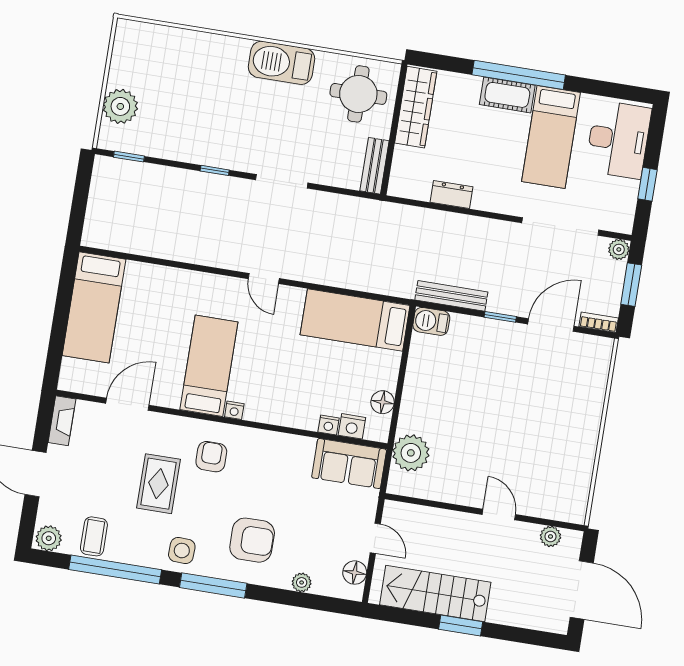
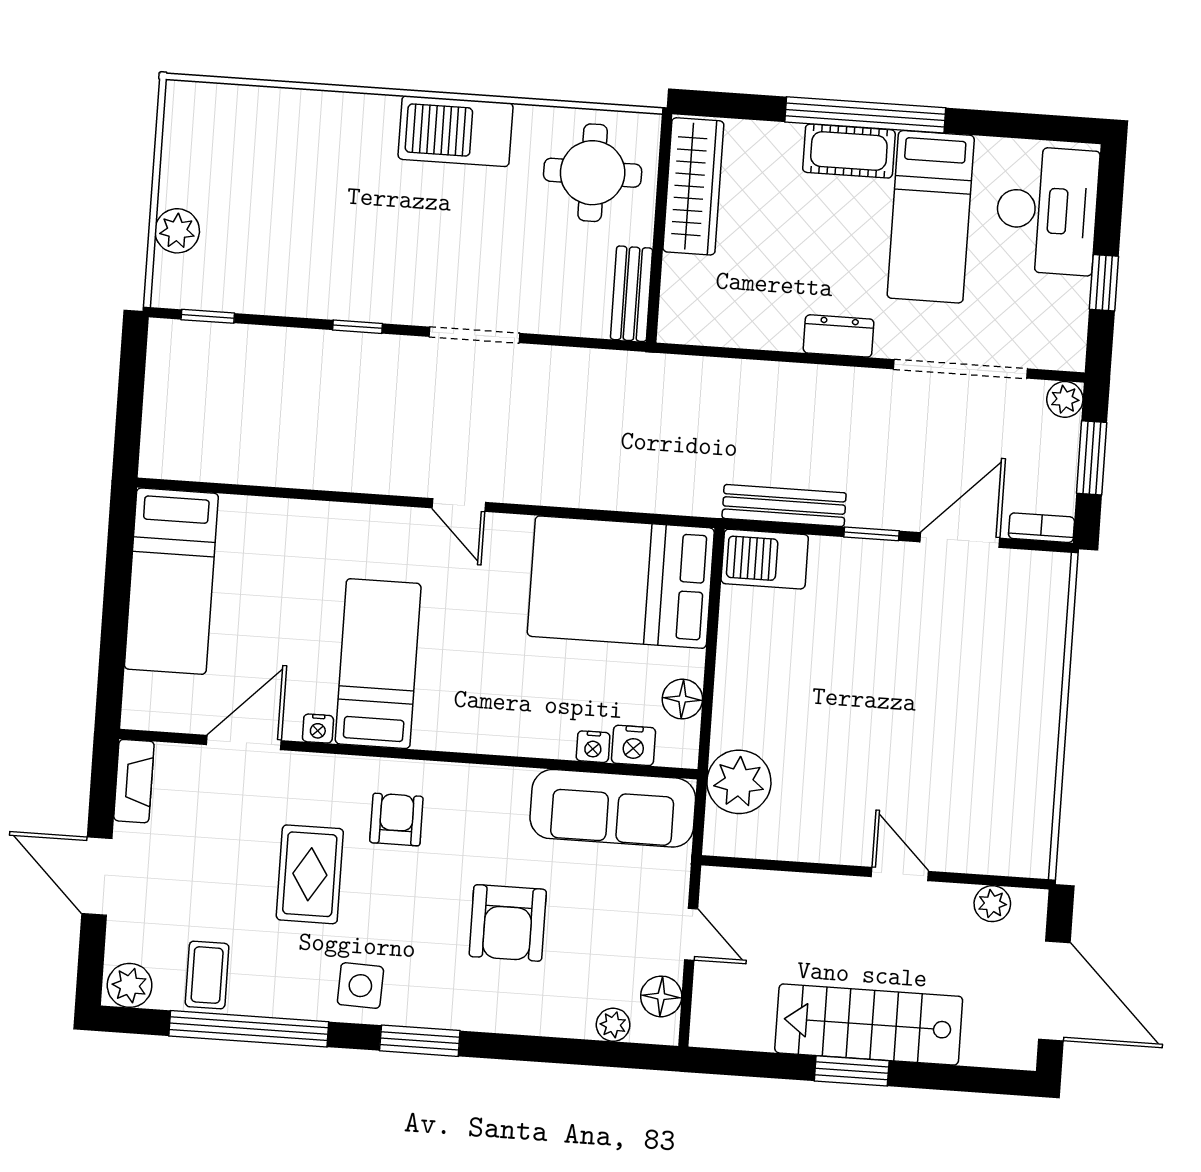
plant: (120, 106) -> (177, 231), width x0.73, depth x0.73
dresser: (452, 195) -> (839, 336), moved
bed: (355, 320) -> (621, 582), width x1.50
barbecue: (431, 321) -> (765, 559), width x1.38, depth x1.27
nightstand: (234, 410) -> (318, 729), moved
sofa: (349, 464) -> (613, 808), width x1.36
armchair: (252, 540) -> (508, 923), moved, turned 90
plant: (302, 582) -> (613, 1025), moved
window: (213, 585) -> (420, 1041), width x0.69
stairs: (435, 594) -> (869, 1025), moved

